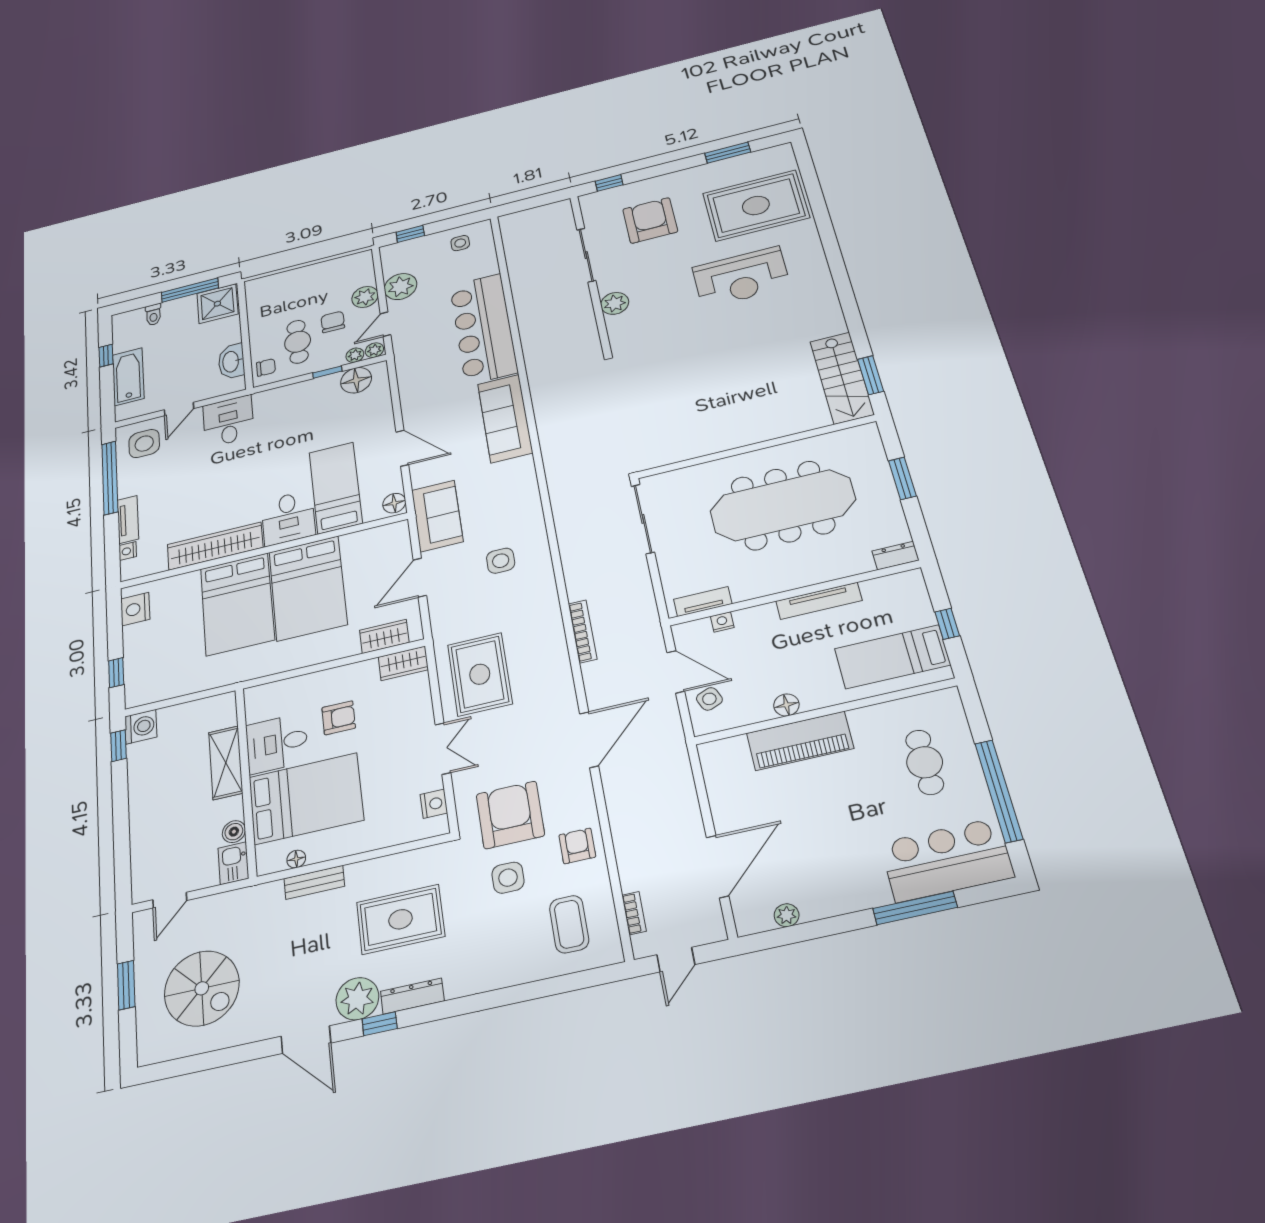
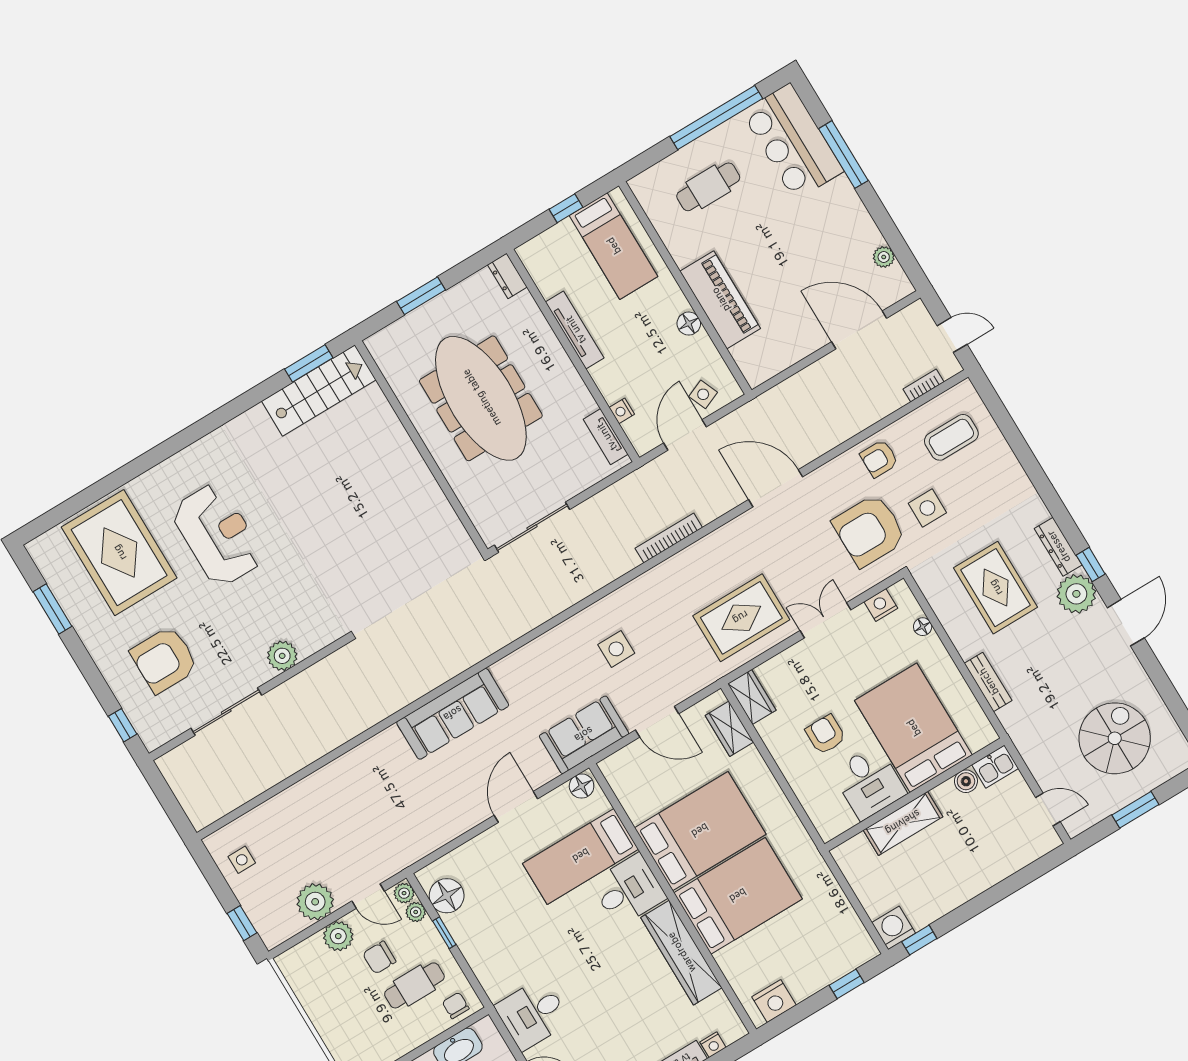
bar counter: (483, 329) -> (348, 785), removed
floor lamp: (296, 859) -> (923, 627), moved

